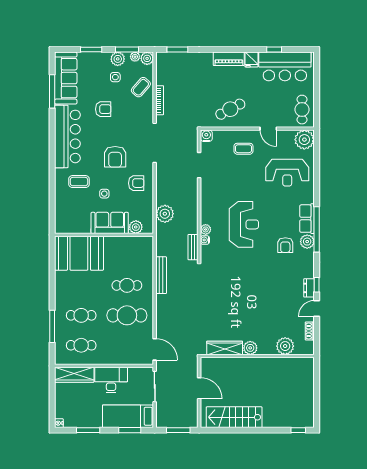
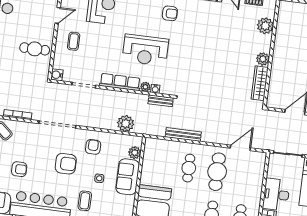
armchair: (103, 109) -> (19, 169), turned 90
cafe table: (230, 109) -> (35, 49), turned -62
row of seats: (207, 202) -> (120, 82), added
reception desk: (244, 224) -> (145, 50), turned 180
door: (155, 349) -> (240, 148), moved

